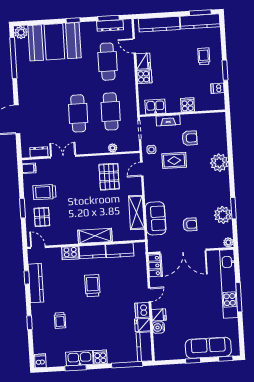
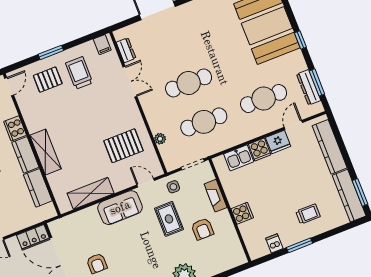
kitchen sink: (155, 107) -> (239, 158), moved, turned 90
sofa: (156, 218) -> (120, 208), moved

